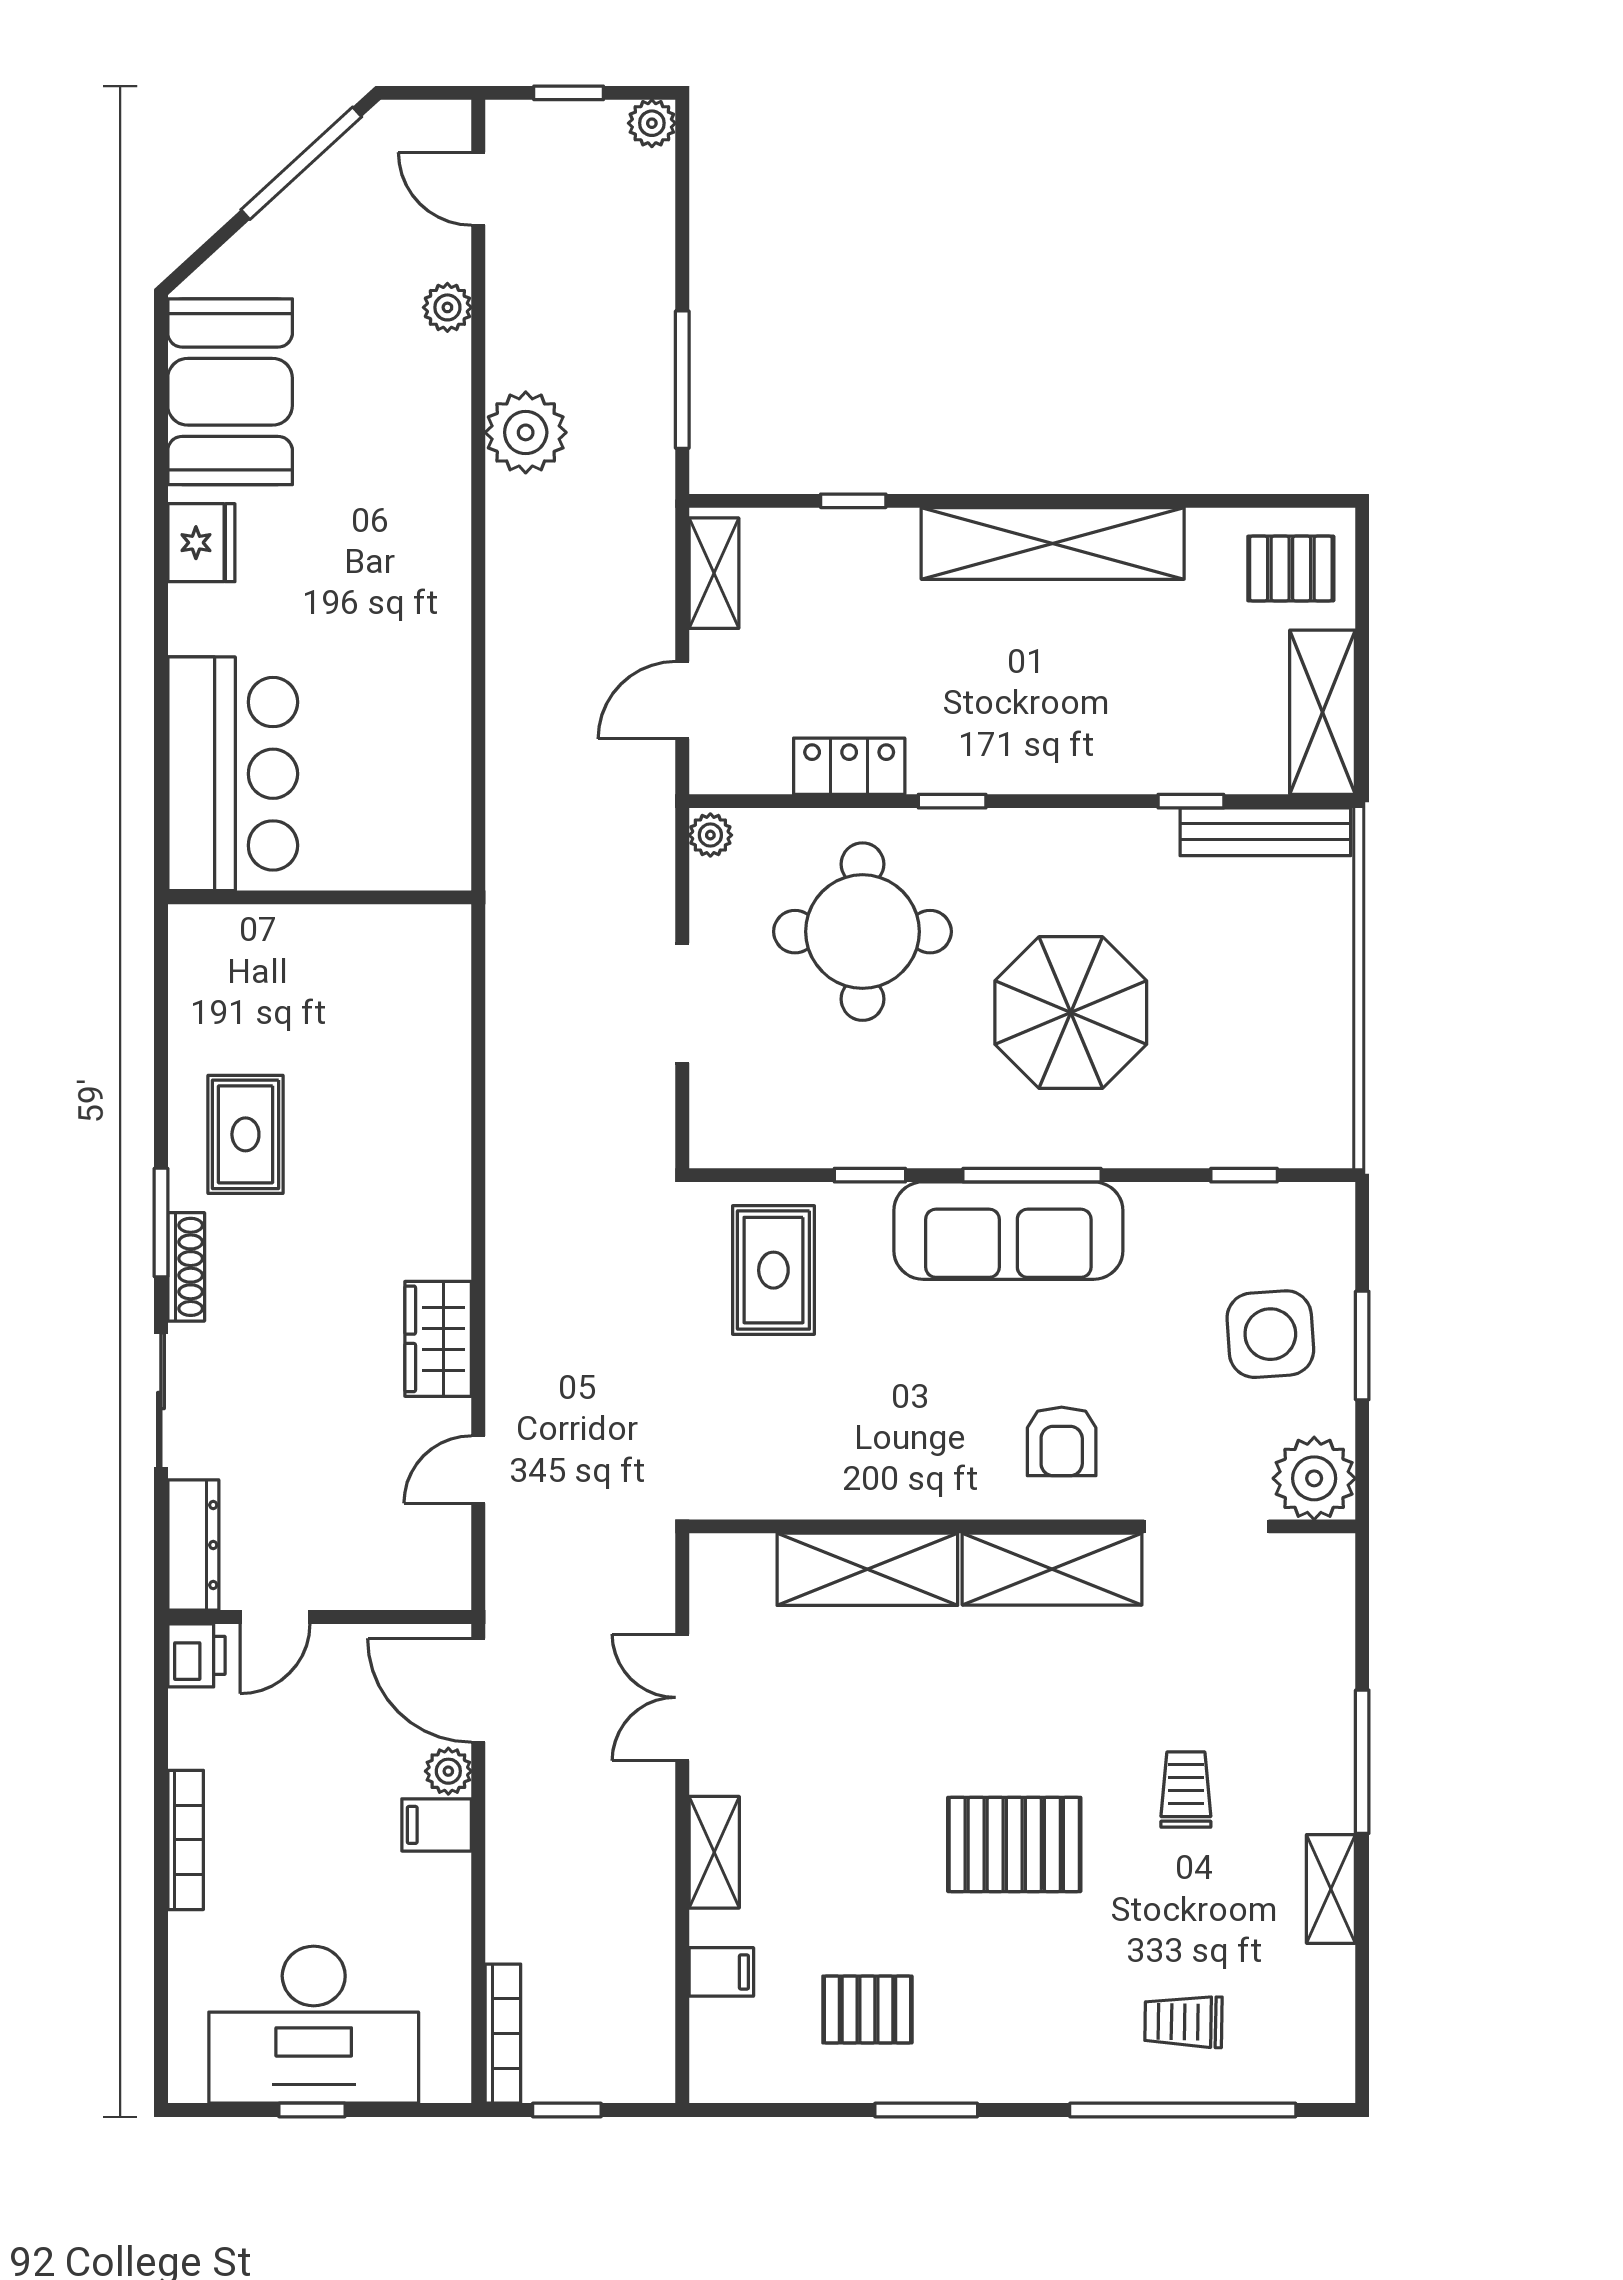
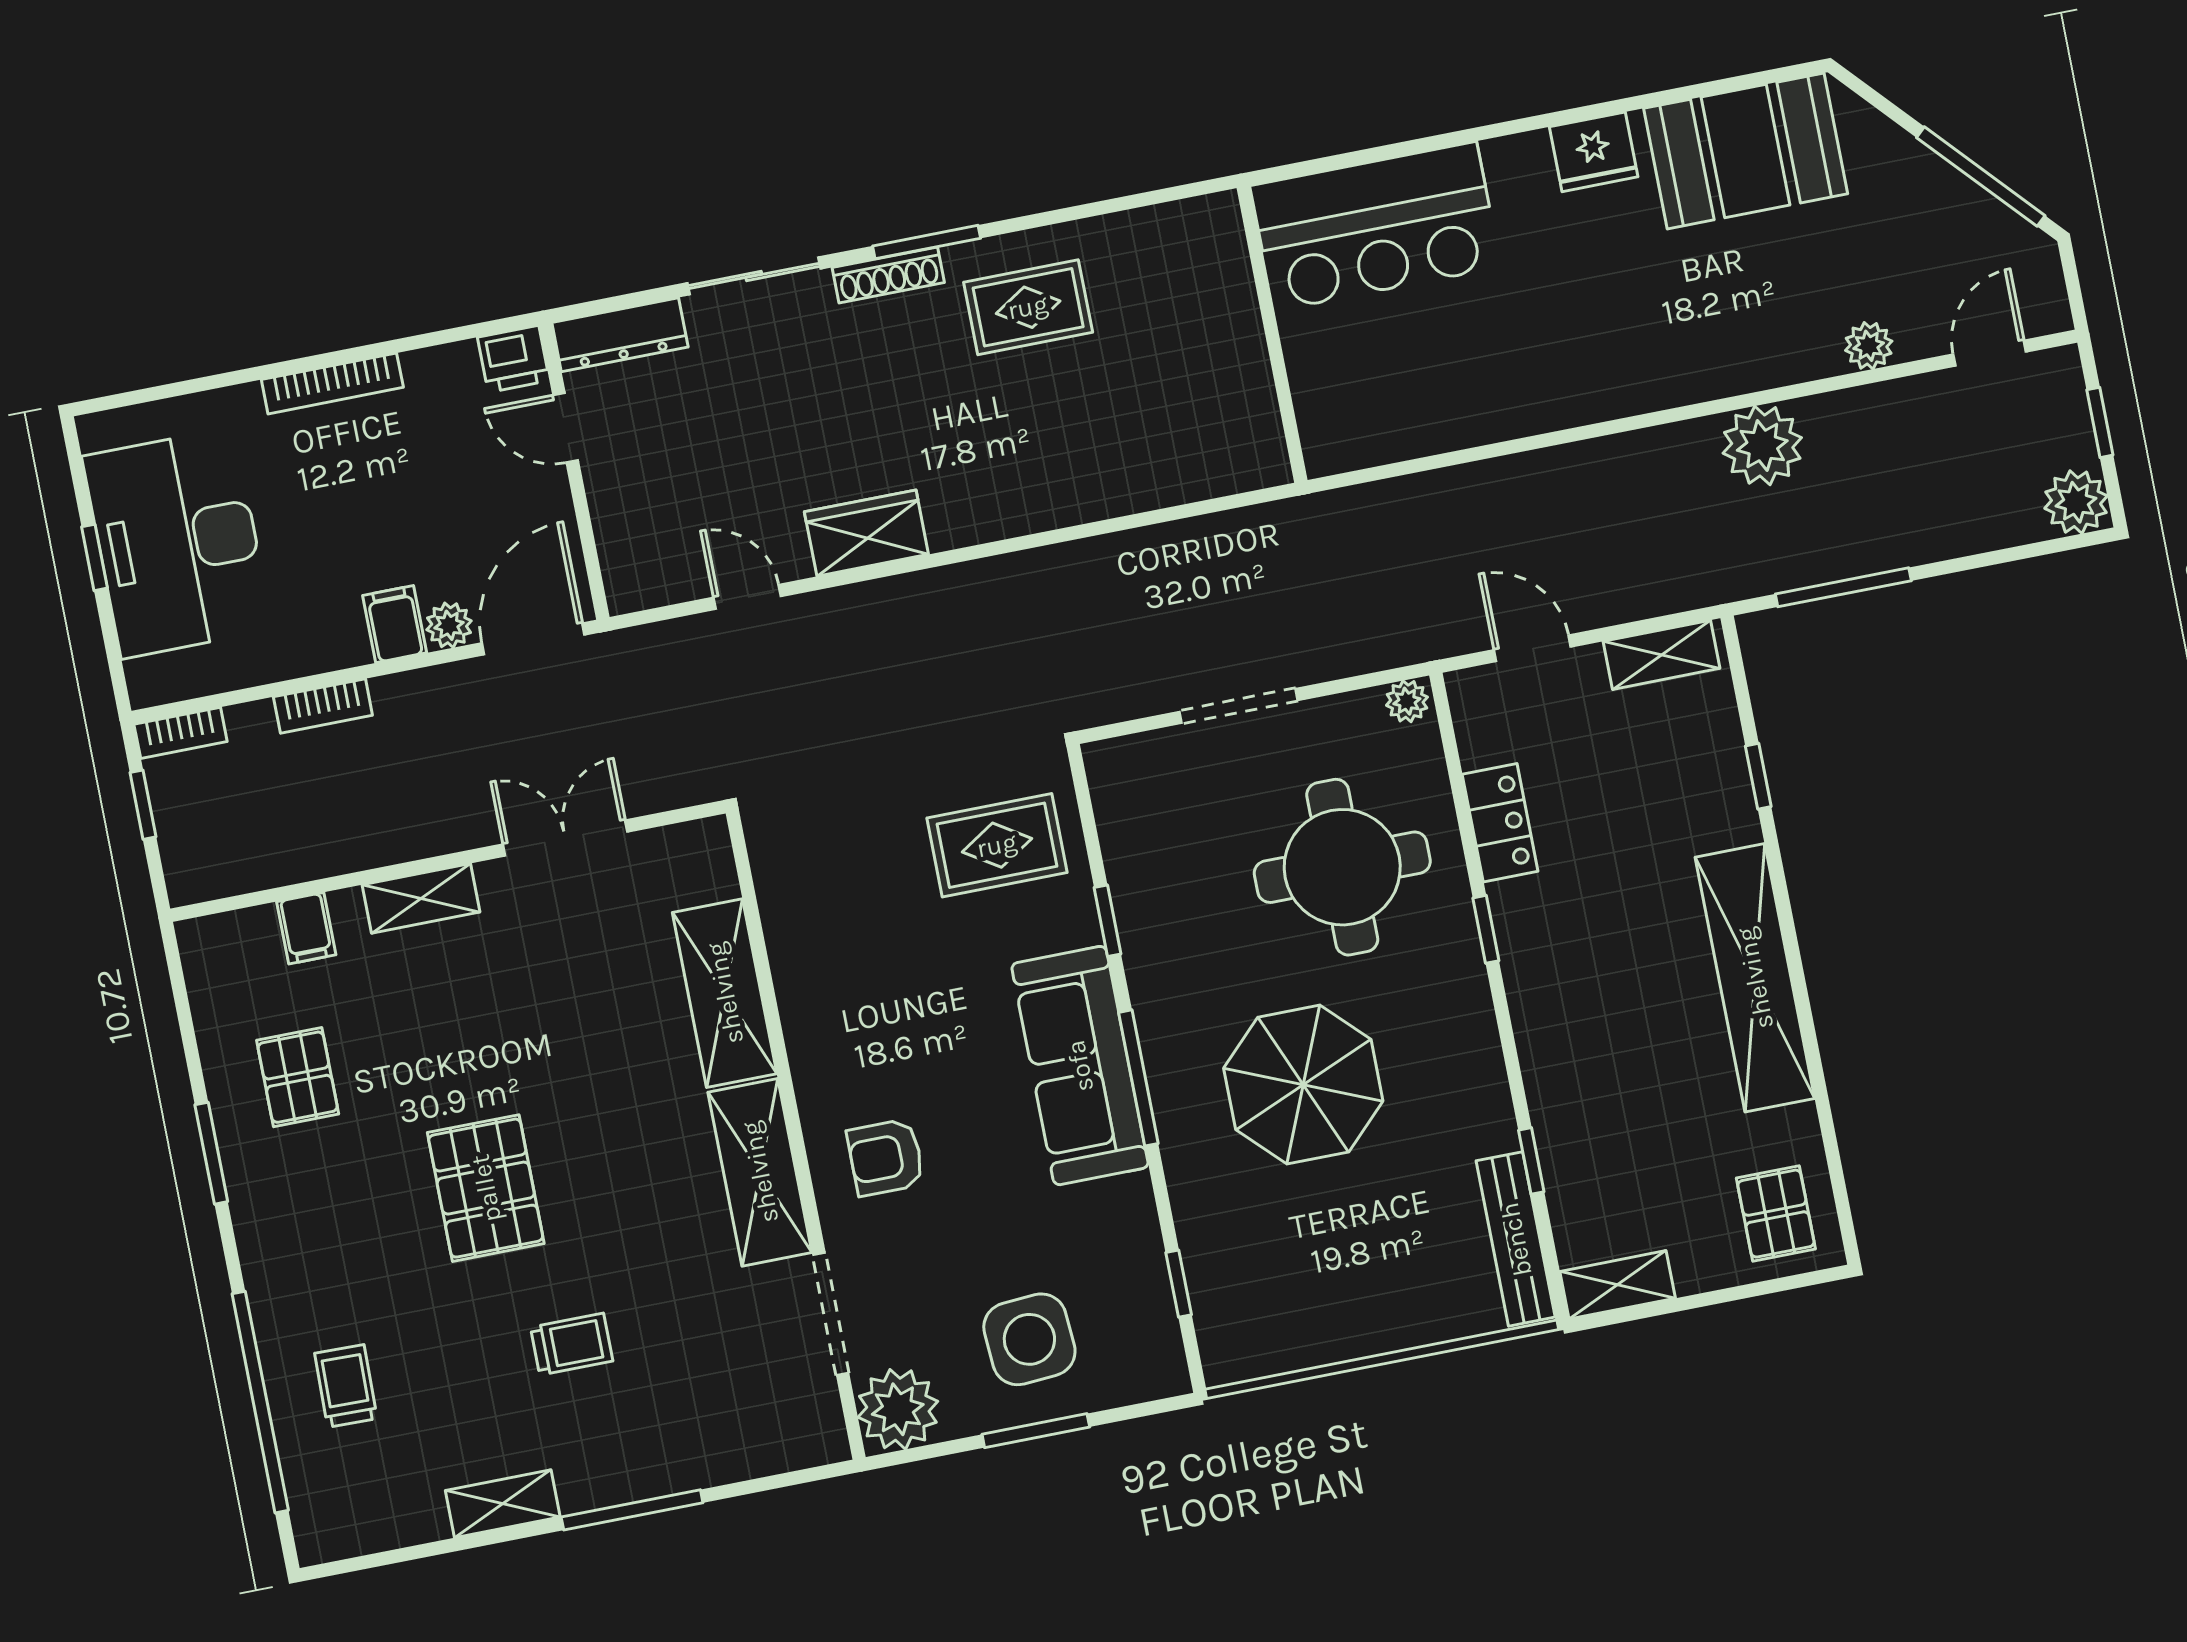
plant: (652, 123) -> (2076, 502), width x1.38, depth x1.38
shelving: (1323, 712) -> (1618, 1285), width x0.67, depth x0.75
bookcase: (504, 1912) -> (323, 706), added
bookcase: (503, 2034) -> (181, 733), width x0.64

